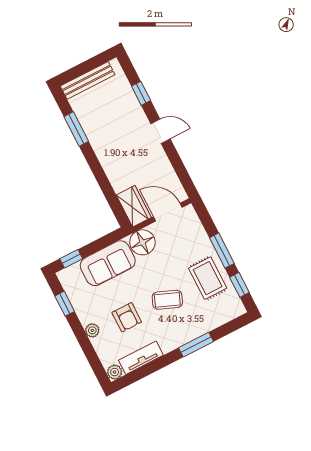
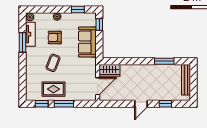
floor lamp: (142, 242) -> (89, 65), removed
window: (196, 345) -> (23, 42), moved

